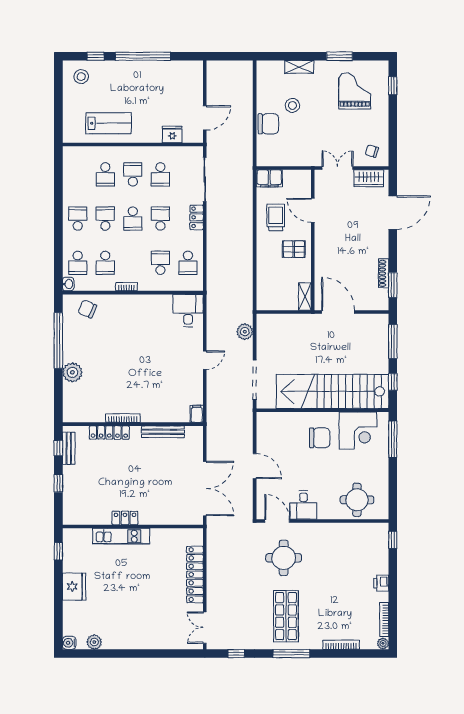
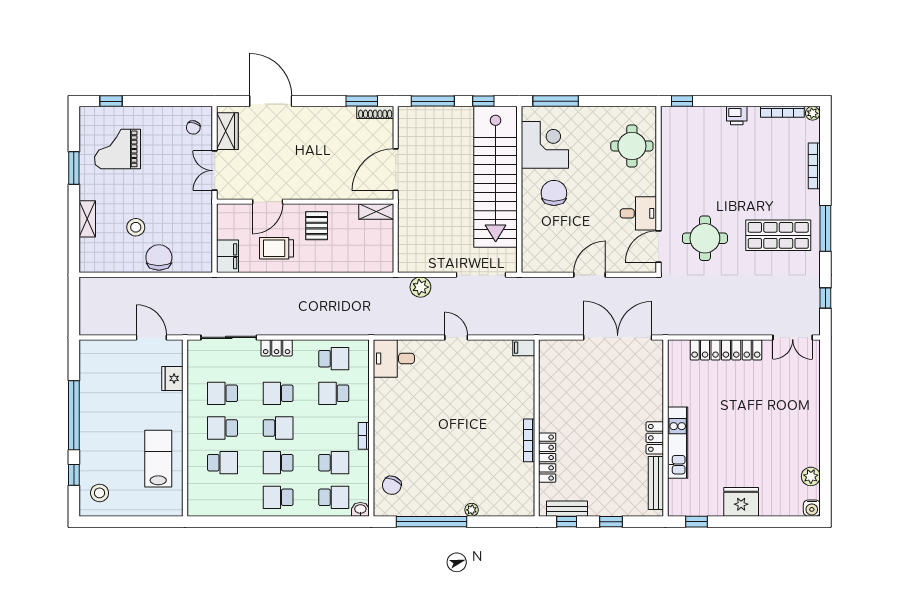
school desk: (160, 174) -> (222, 393), turned 180
shoe rack: (384, 273) -> (375, 112), moved
plant: (72, 372) -> (472, 510), width x0.53, depth x0.53
bench: (163, 432) -> (656, 483), moved

